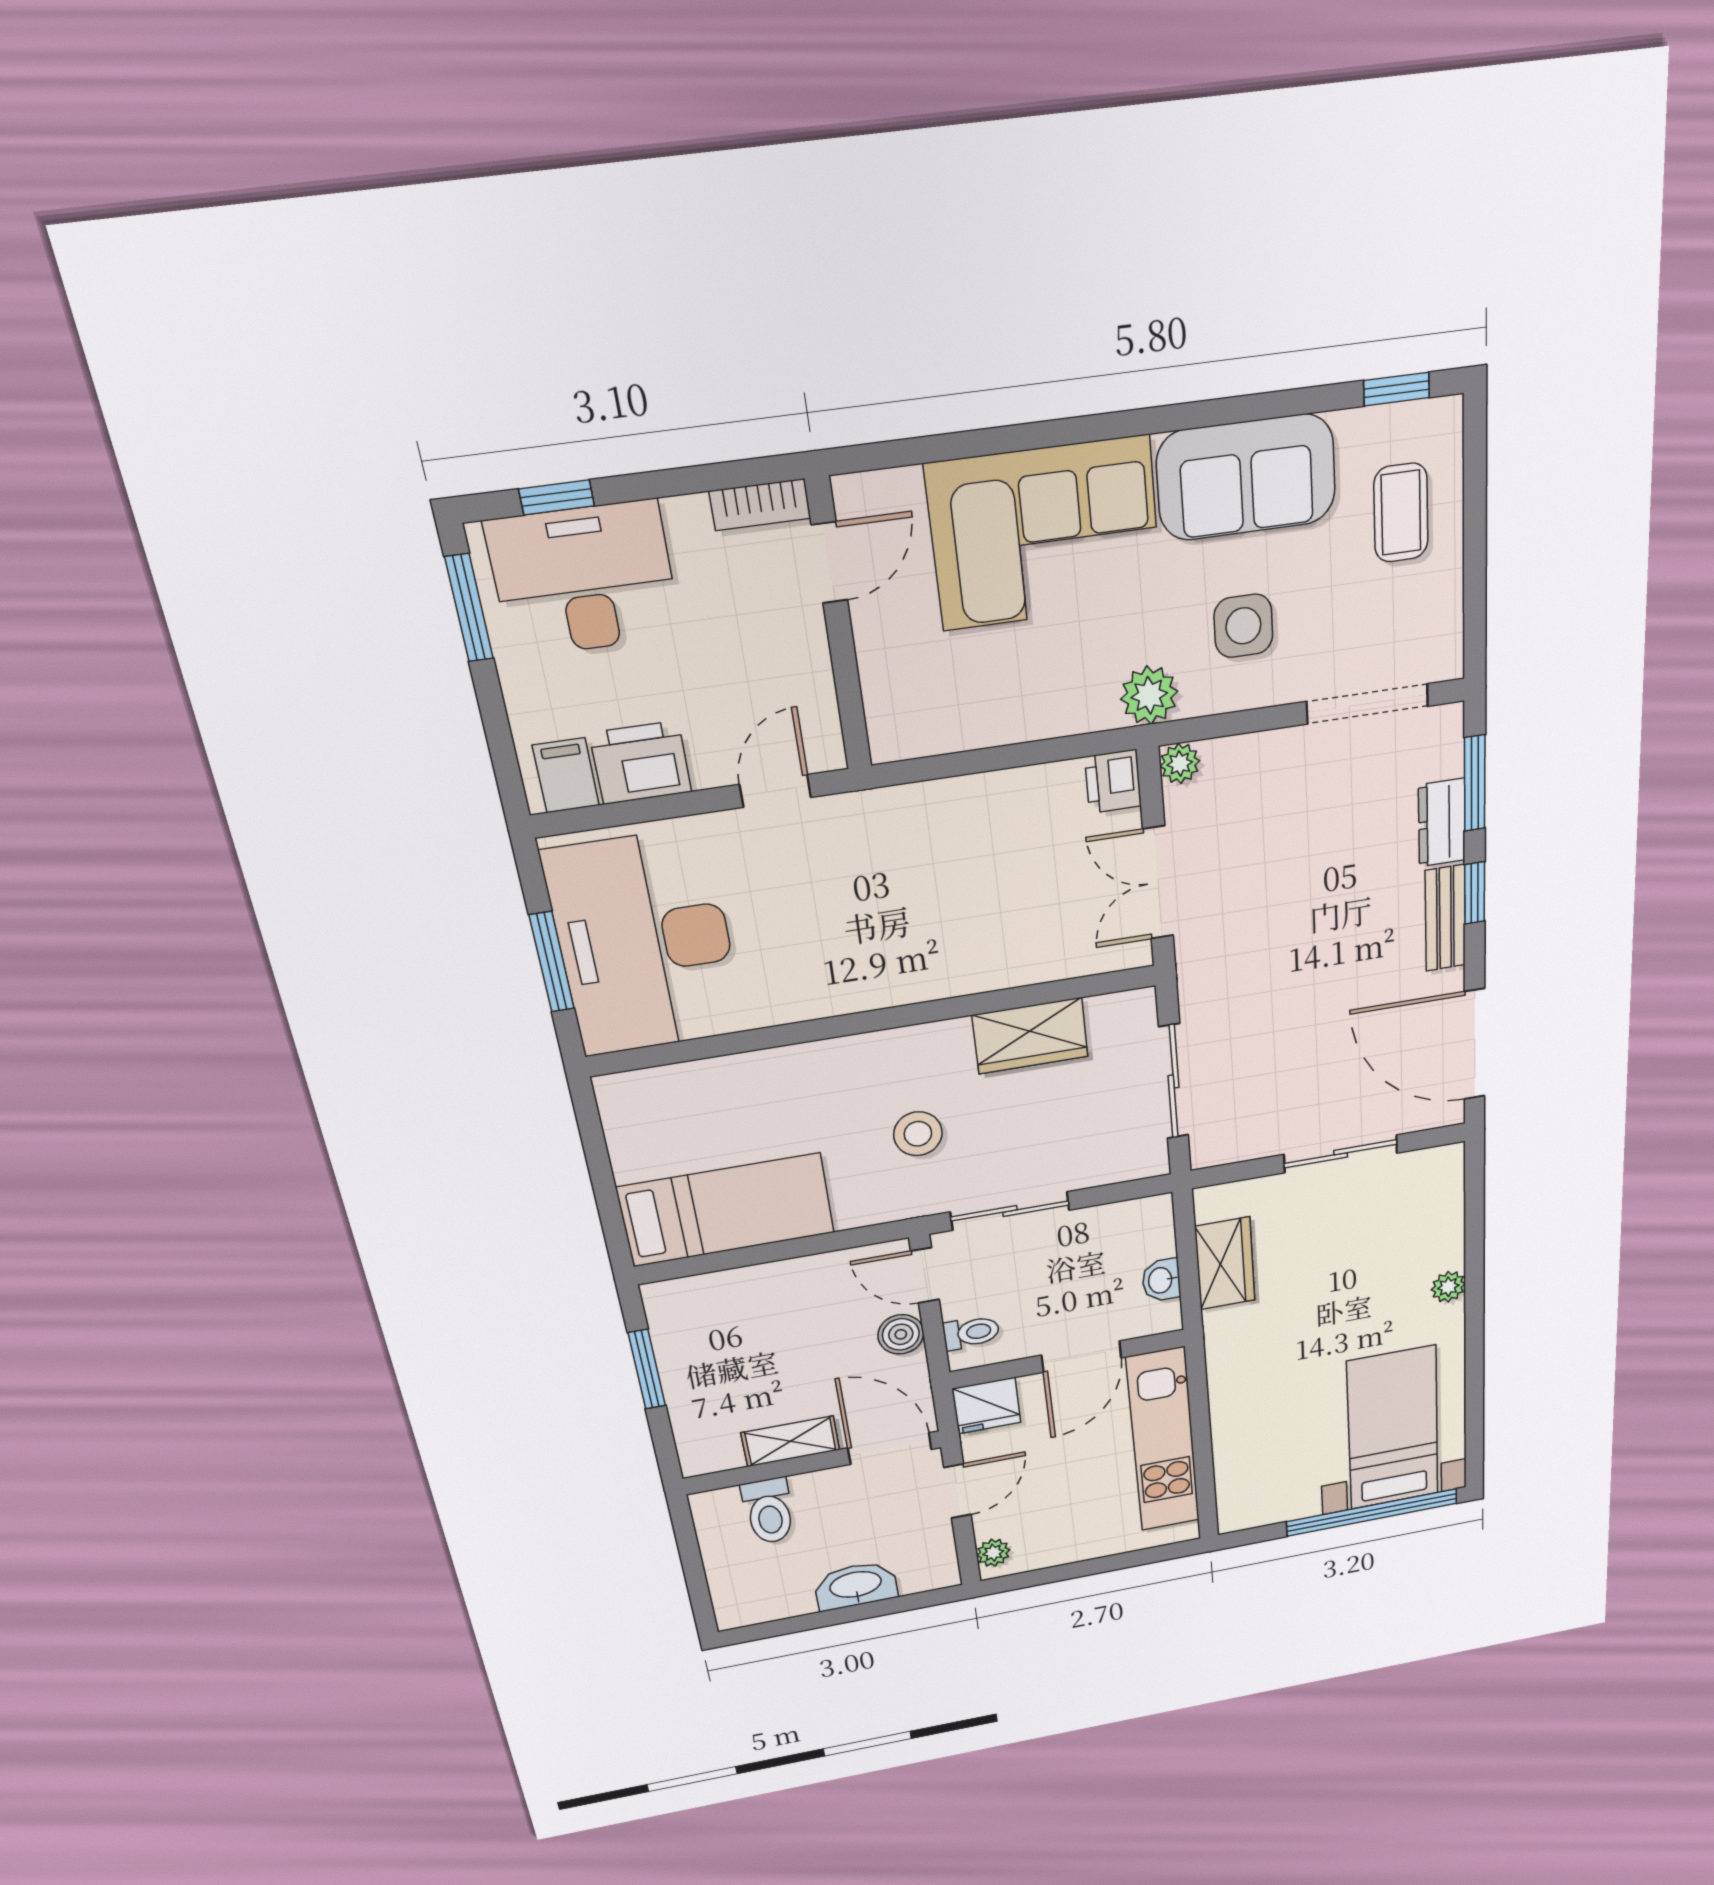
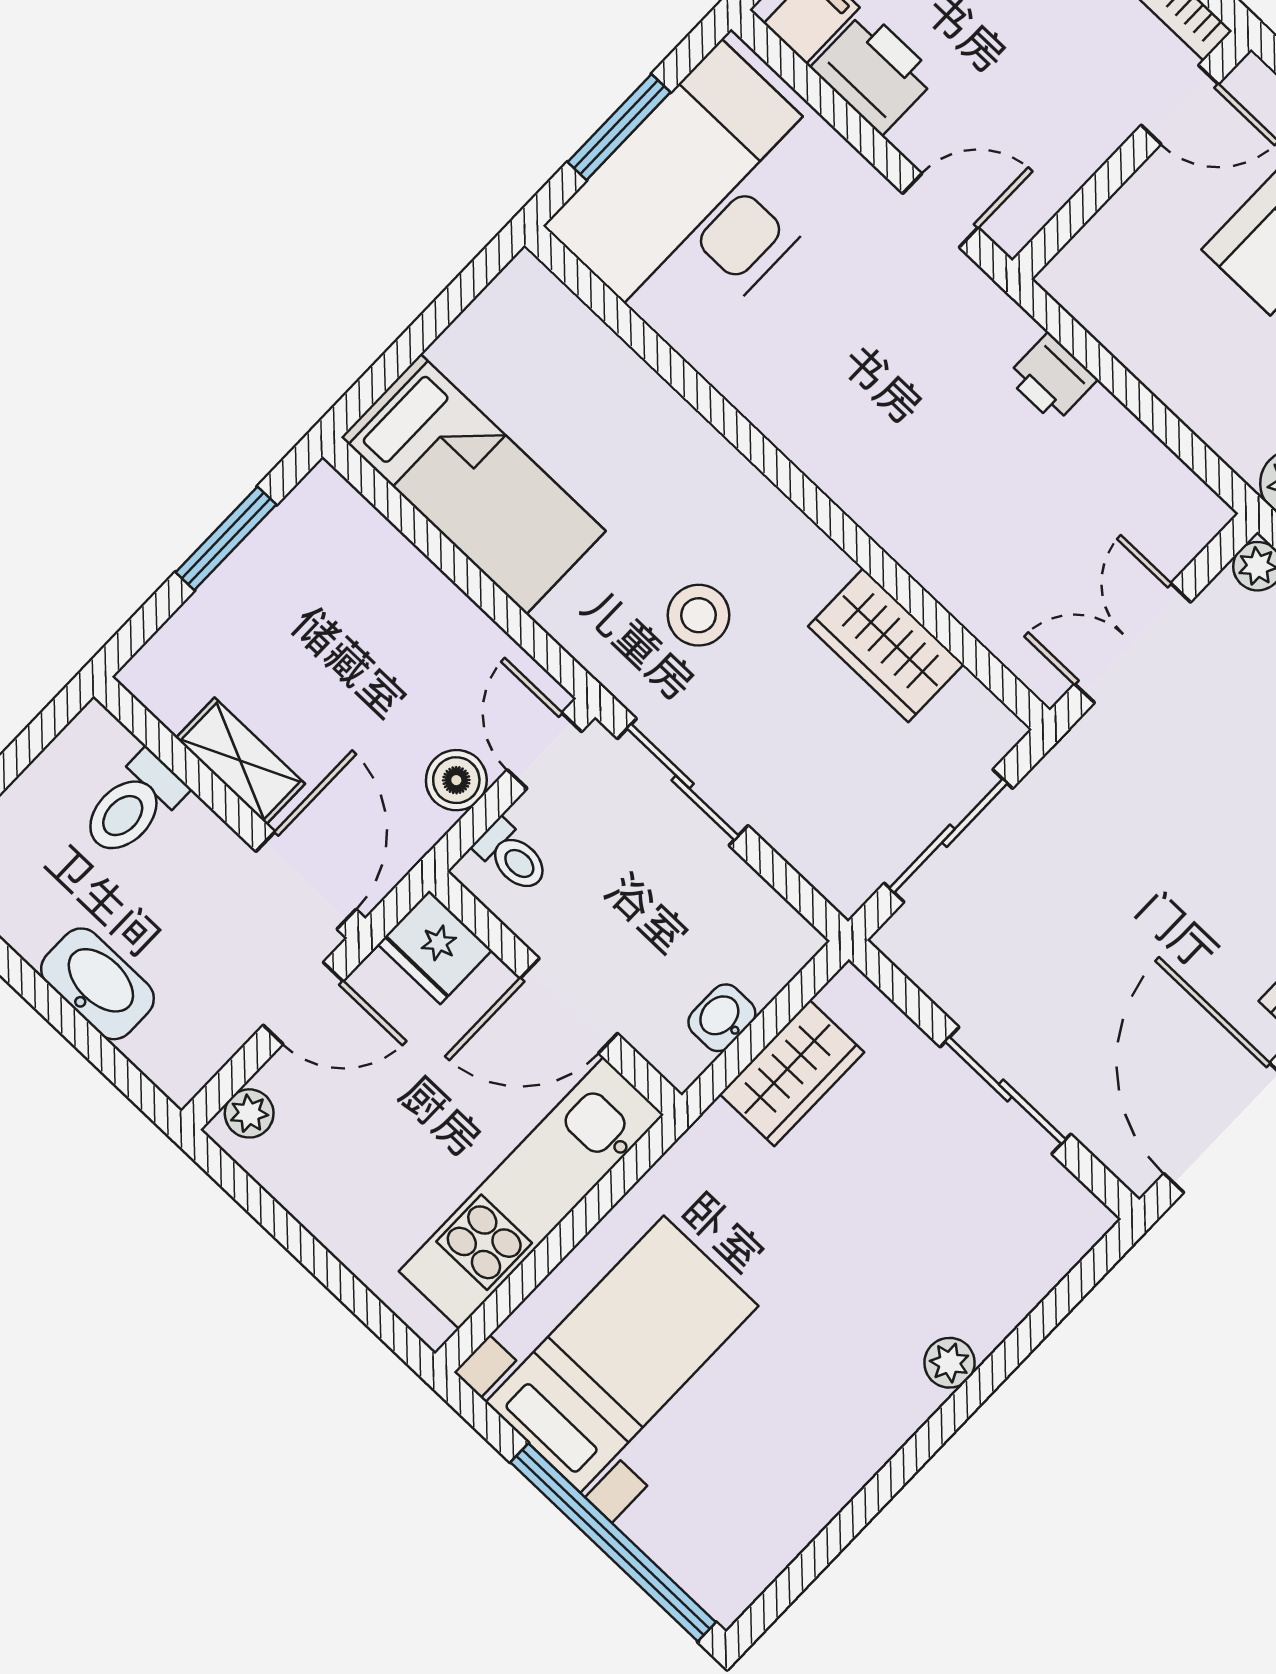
printer: (1113, 781) -> (1052, 378), moved, turned -90
bed with nightstands: (1393, 1428) -> (622, 1354), moved

